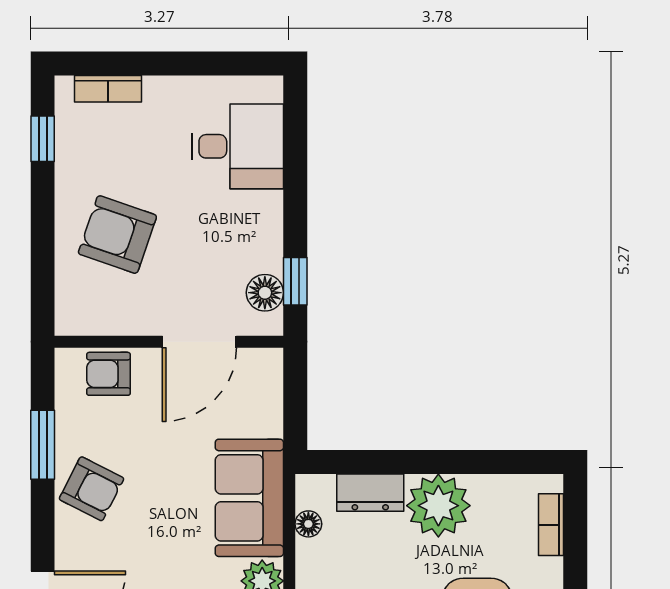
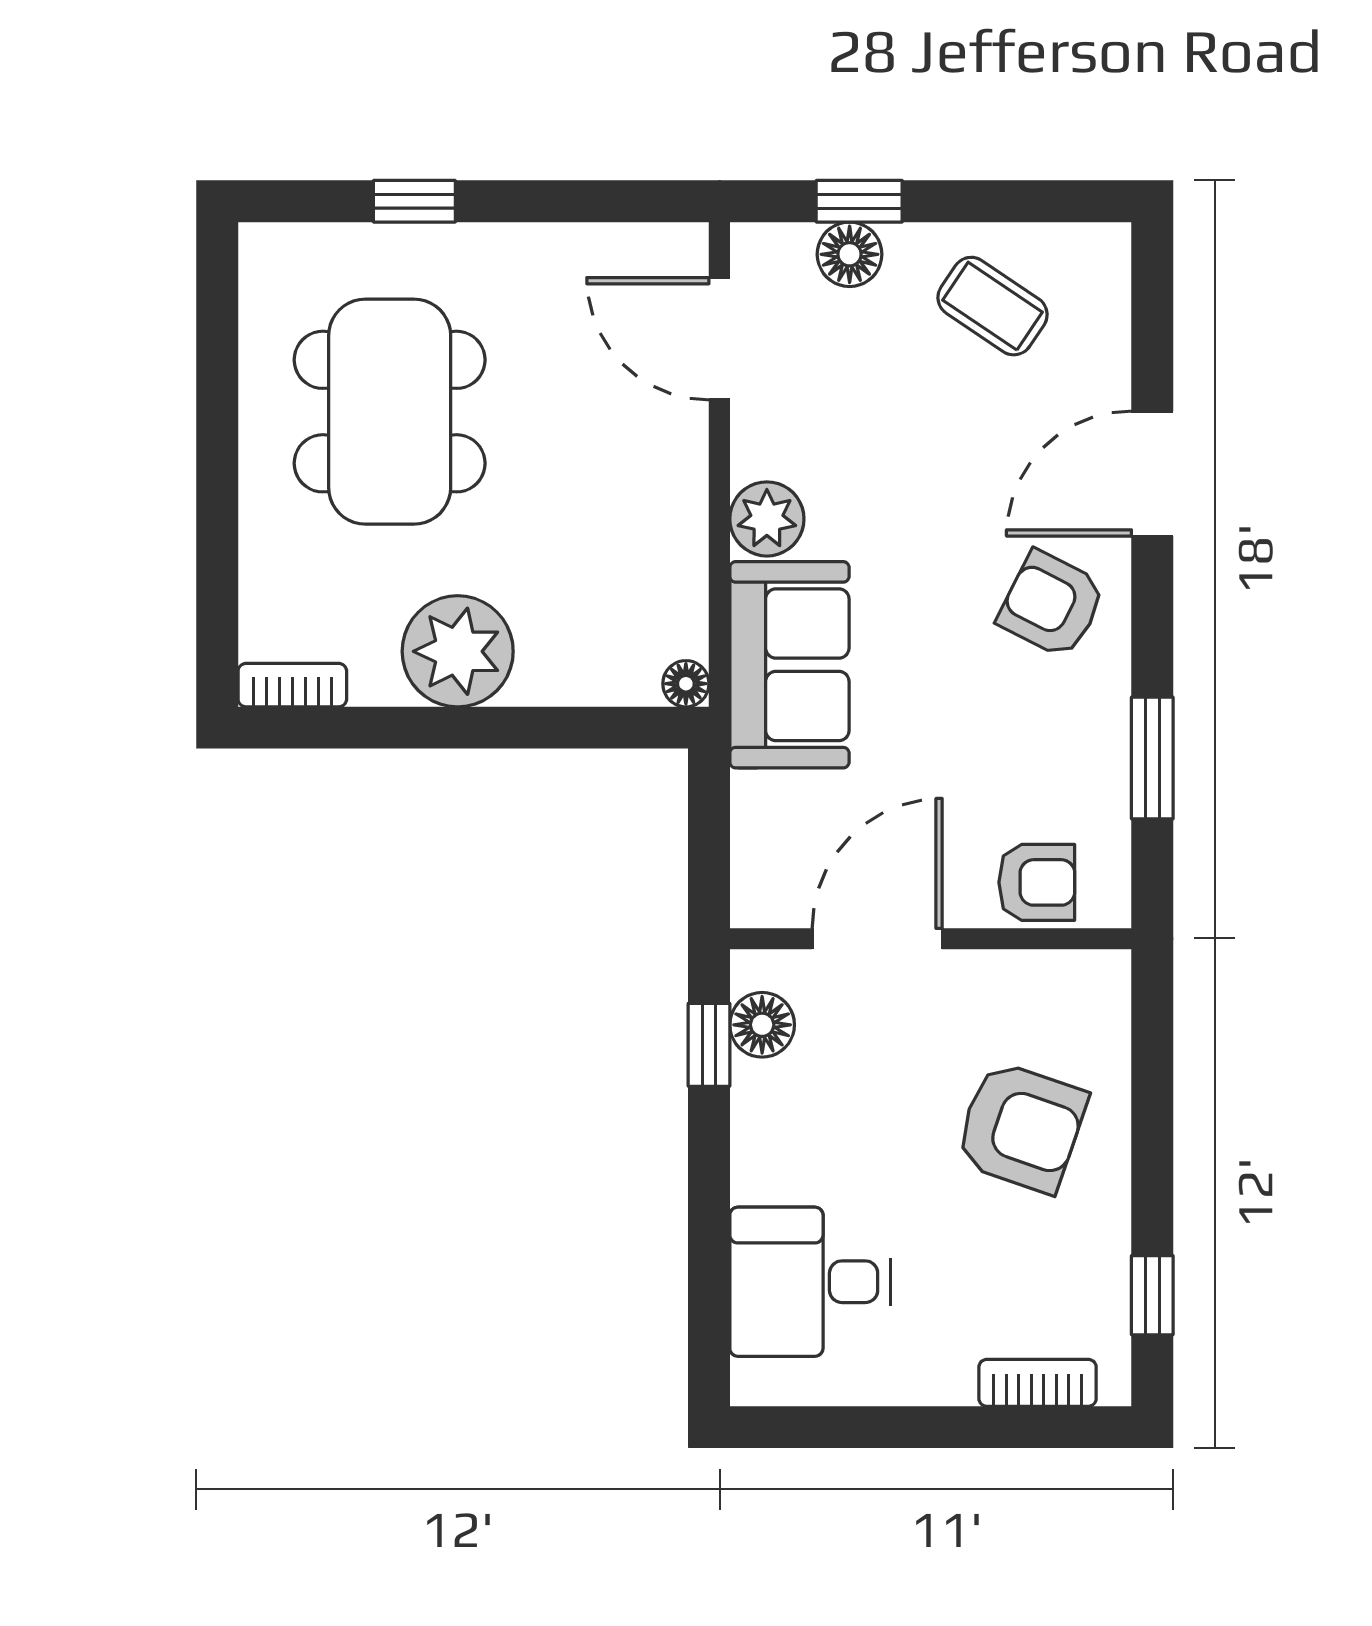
armchair: (92, 489) -> (1052, 604), moved
dresser: (370, 493) -> (577, 674), removed
floor lamp: (308, 524) -> (686, 684), moved
bookcase: (551, 525) -> (292, 685), moved, turned -90

